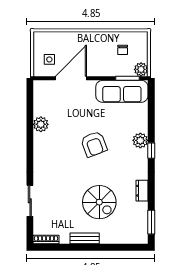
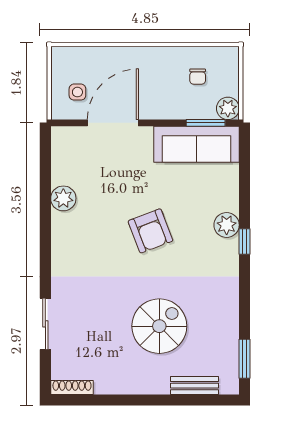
dresser: (142, 191) -> (229, 307), removed
spiral stairs: (99, 202) -> (159, 326), turned -90
bench: (85, 238) -> (194, 386), moved

